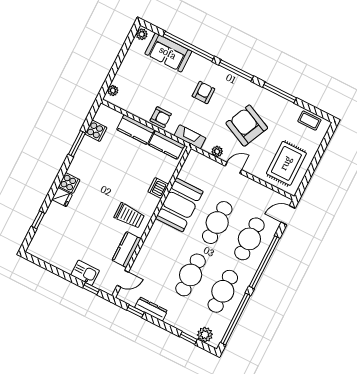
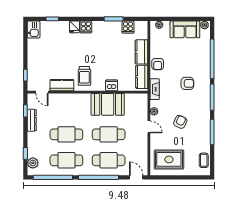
sofa: (168, 53) -> (185, 29), moved, turned -90
armchair: (247, 126) -> (180, 122), width x0.53, depth x0.53
kitchen sink: (85, 273) -> (34, 29), moved

